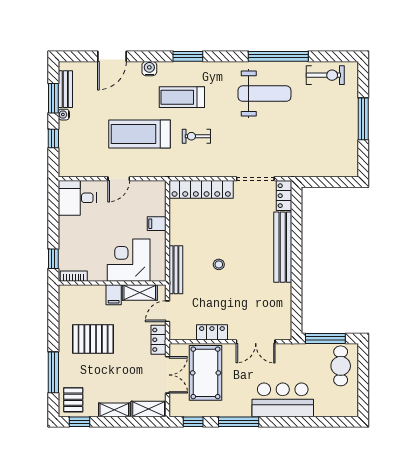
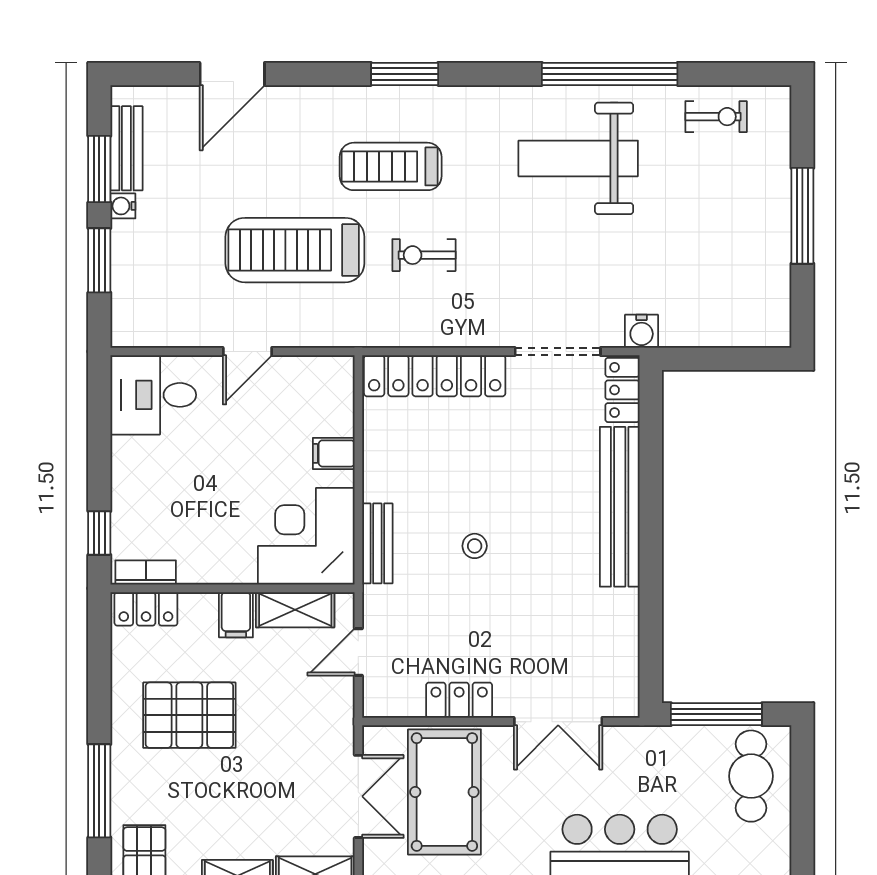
water cooler: (149, 69) -> (642, 331), moved, turned 180
exercise bike: (325, 75) -> (716, 117), width x0.73, depth x0.72
weight bench: (264, 94) -> (578, 158), turned 180
window: (53, 139) -> (99, 260), width x1.50
corner desk: (129, 260) -> (306, 536), moved
bench: (176, 270) -> (377, 543), width x0.73
locker: (159, 340) -> (146, 609), moved, turned -90

